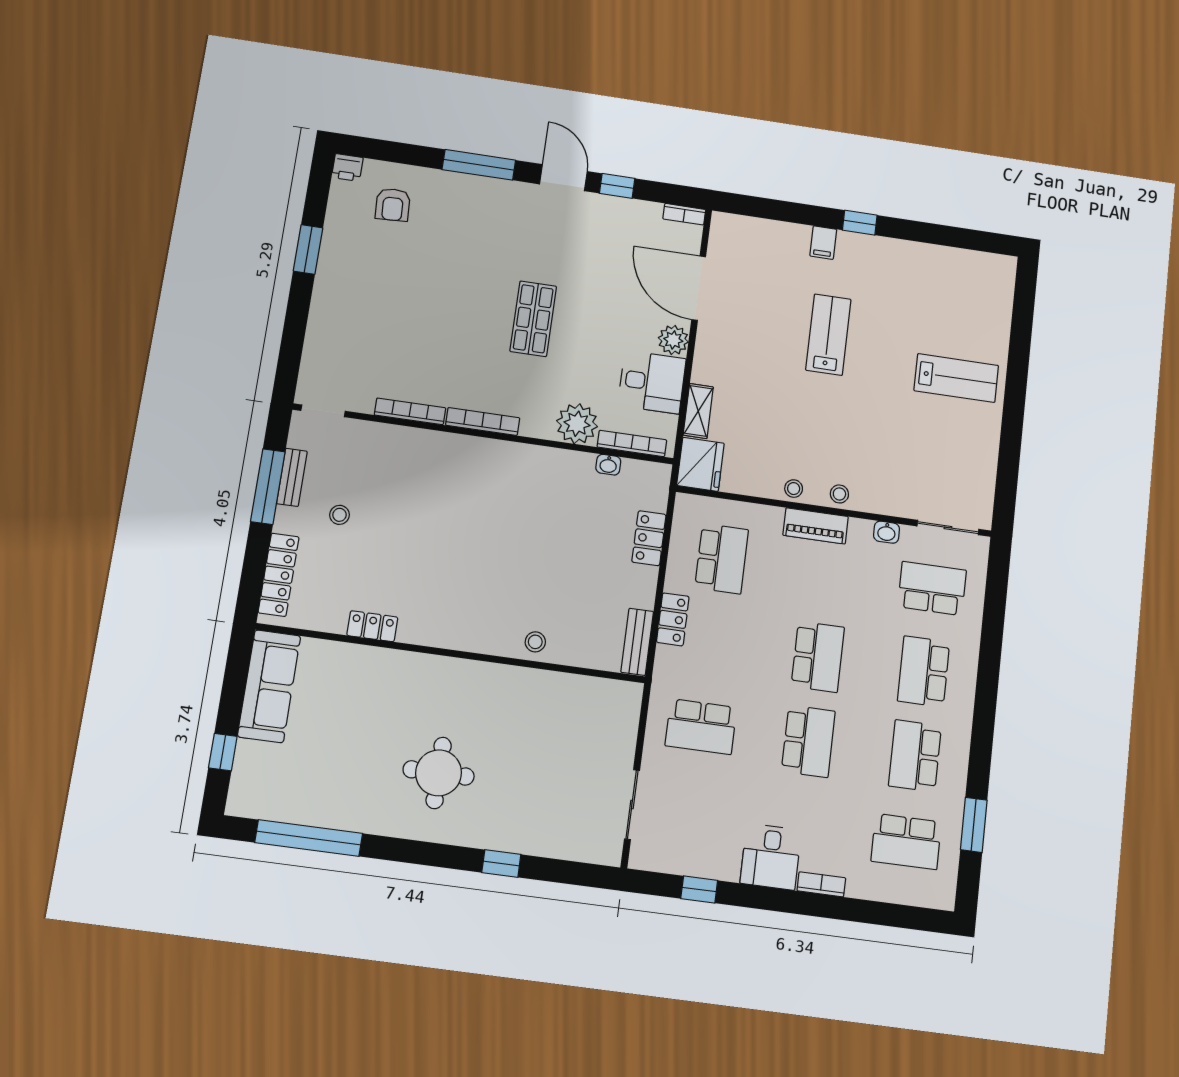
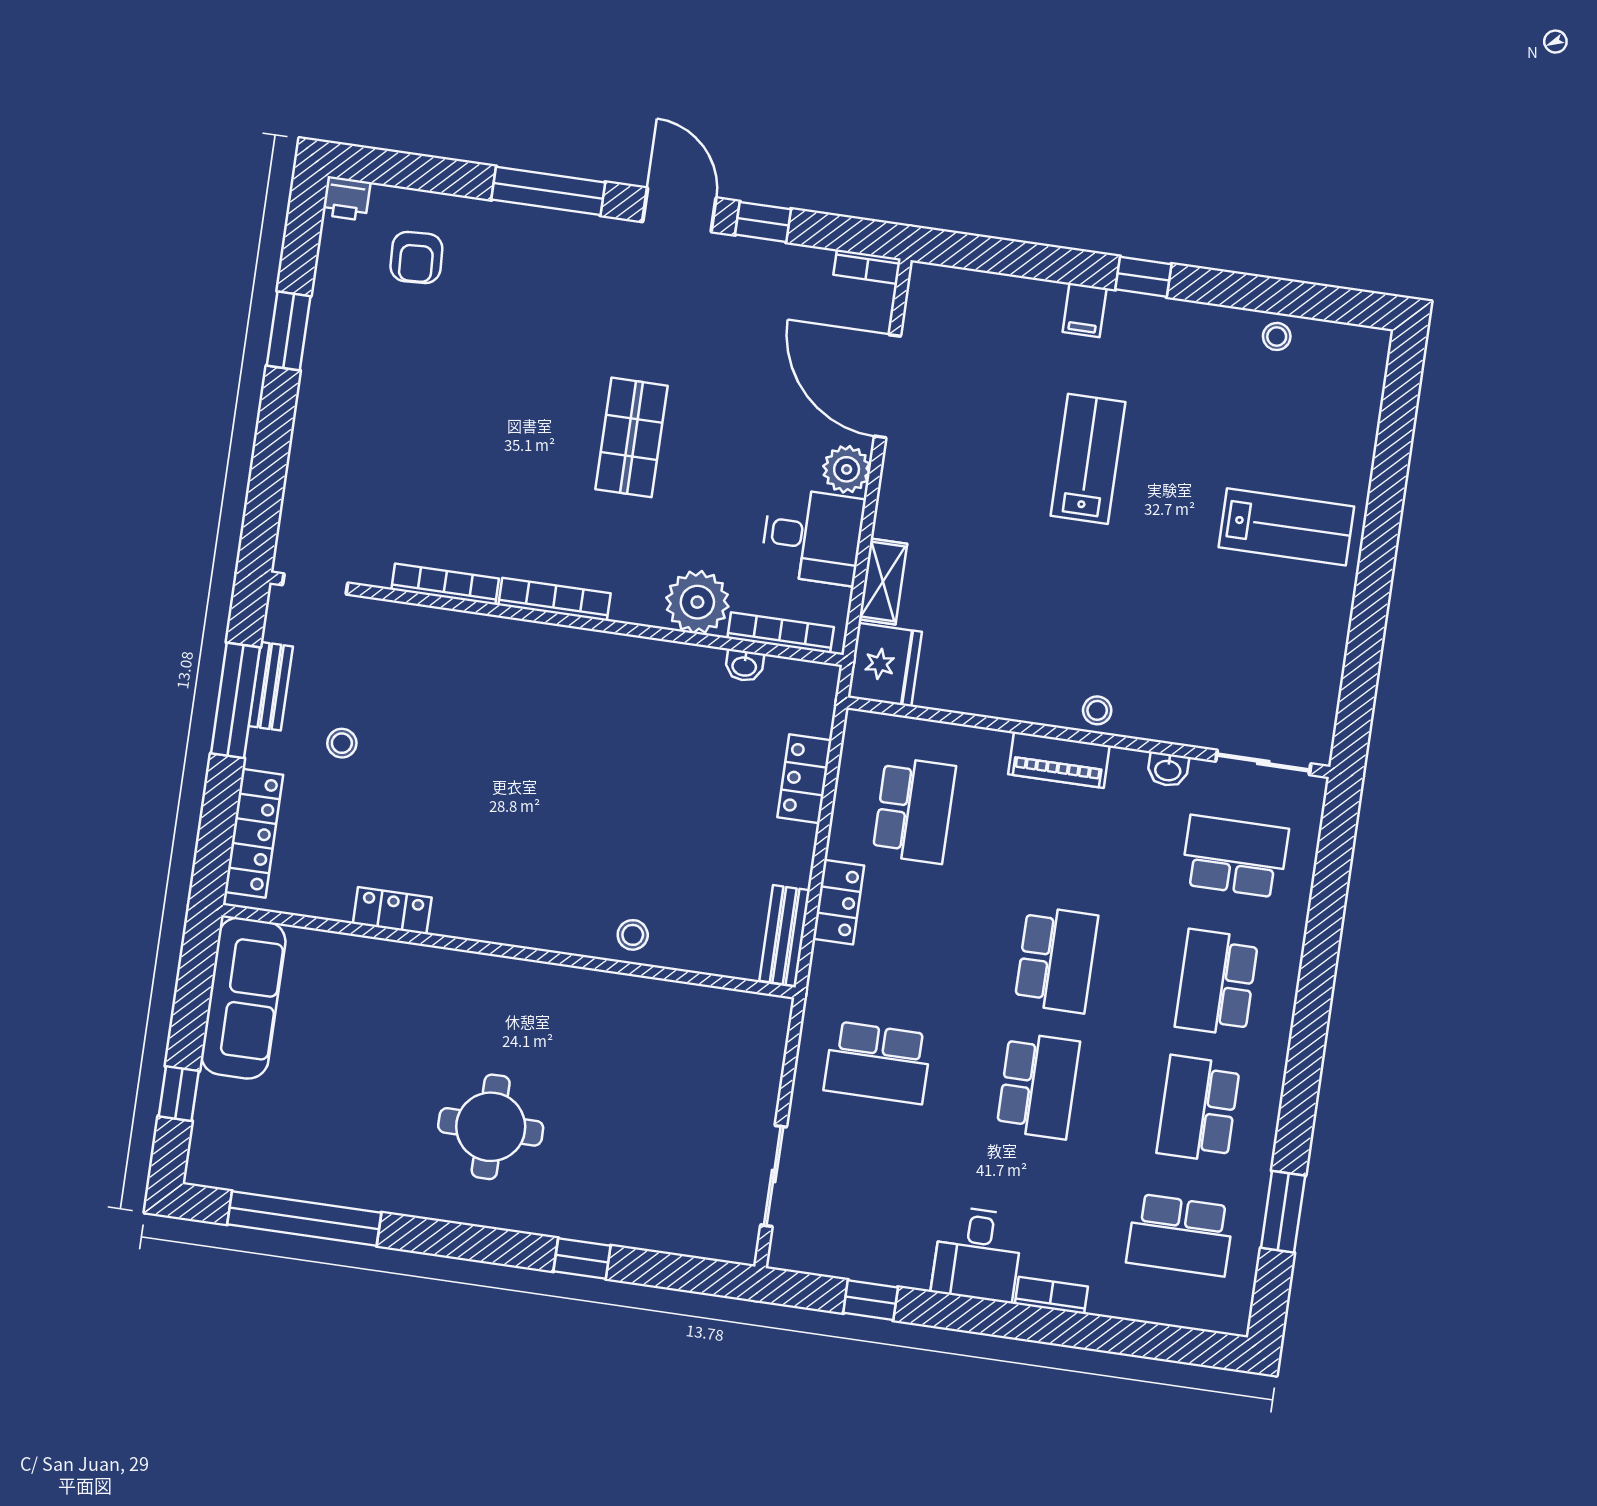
stool: (794, 489) -> (1277, 336), moved

